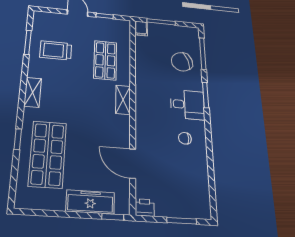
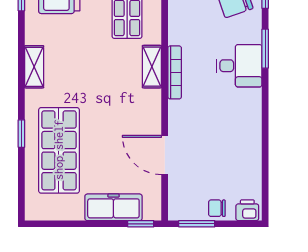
bookcase: (140, 105) -> (175, 72), added
chair: (185, 138) -> (217, 208), moved
printer: (145, 208) -> (247, 210), moved
window: (182, 221) -> (197, 224), moved

